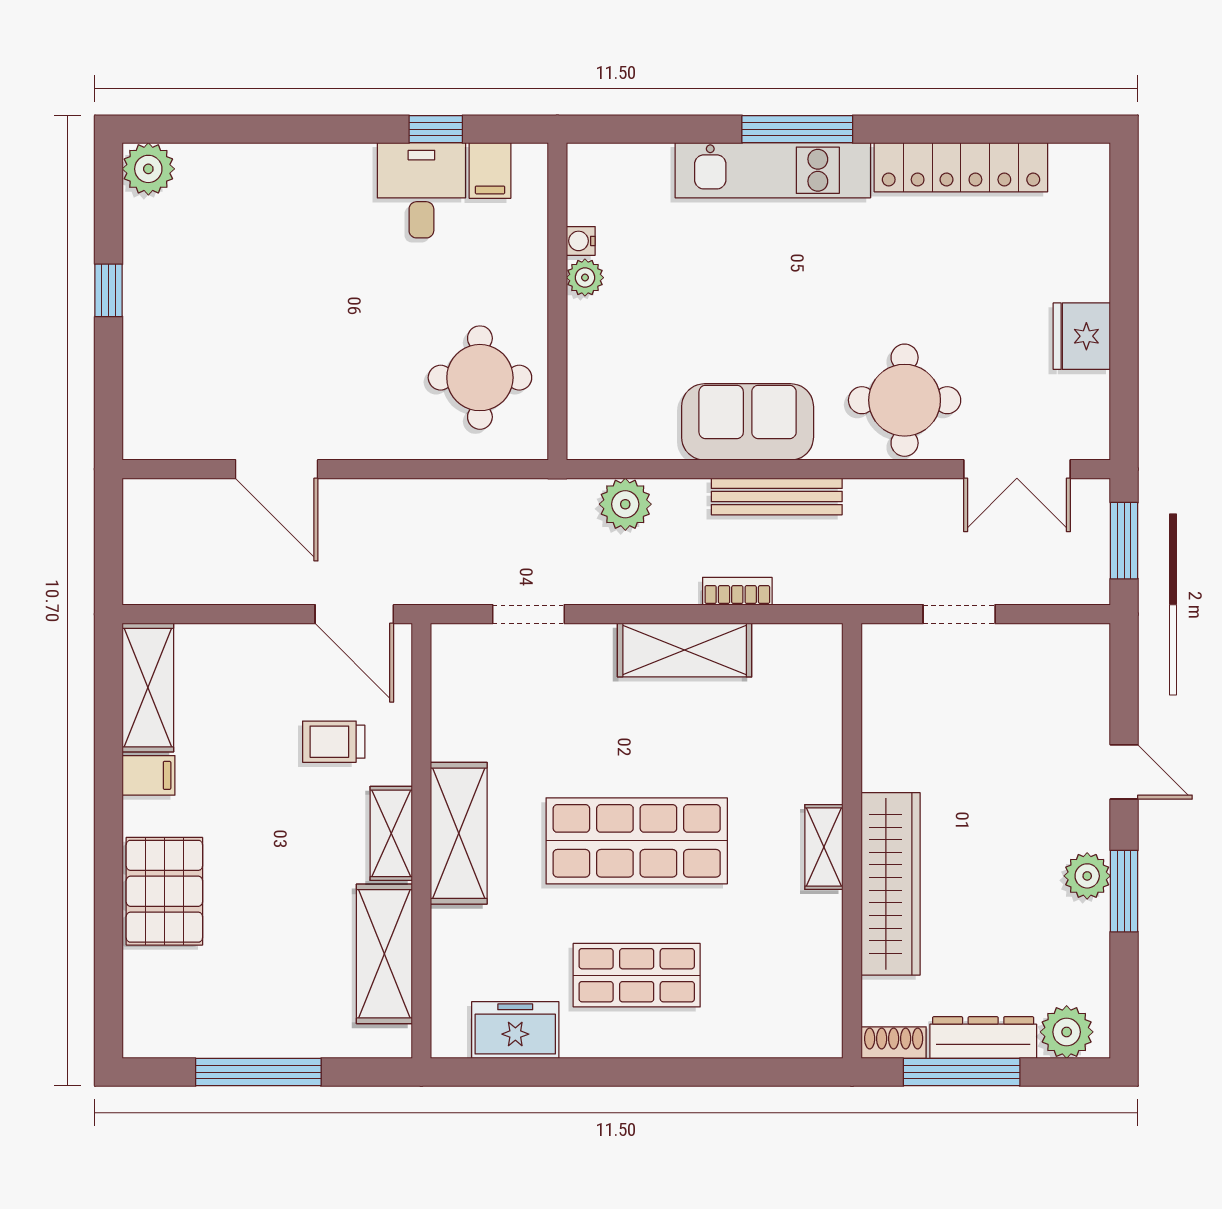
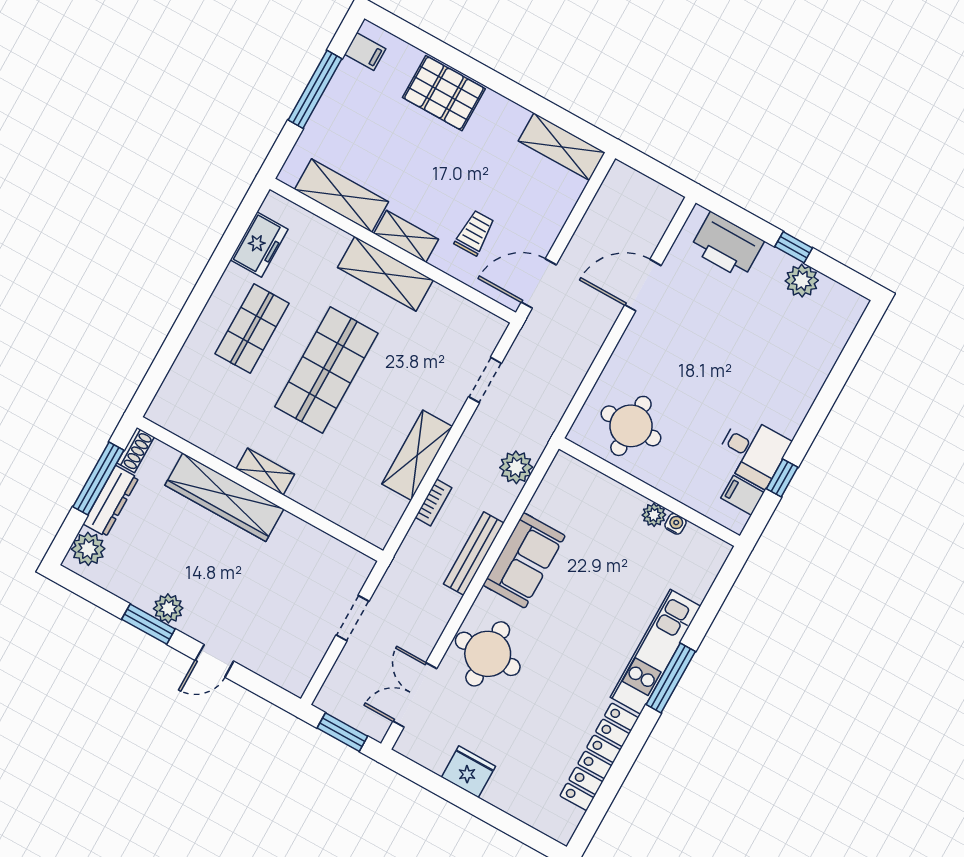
plant: (148, 169) -> (802, 281), moved
printer: (157, 384) -> (727, 245), added
filing cabinet: (149, 775) -> (365, 51), moved, turned -90

